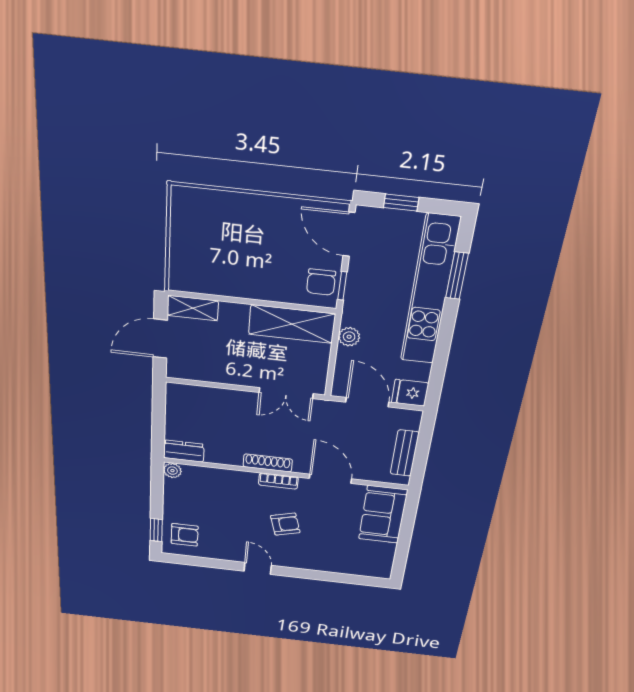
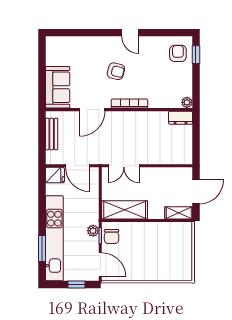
chair: (321, 282) -> (112, 236), turned 180
plant: (349, 337) -> (93, 231), moved
double door: (286, 393) -> (124, 166), swing flipped
shoe rack: (268, 463) -> (130, 116), removed
door: (330, 479) -> (92, 110), hinge flipped
bookcase: (278, 481) -> (129, 104), width x1.56
armchair: (285, 524) -> (116, 71), turned -150
armchair: (185, 535) -> (178, 53), turned 90

